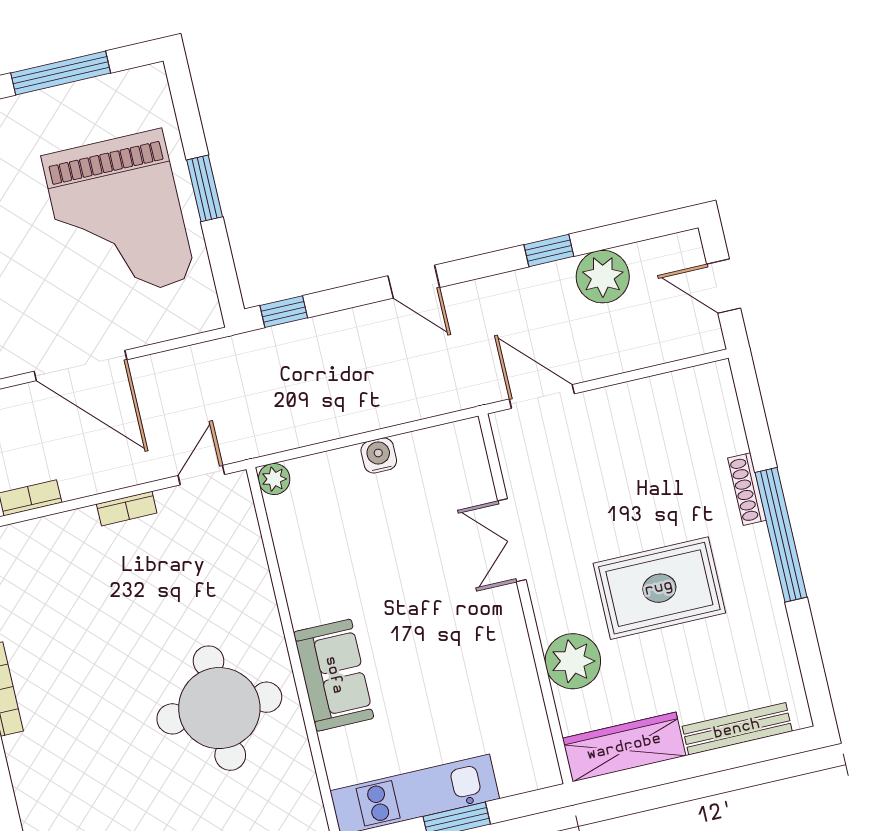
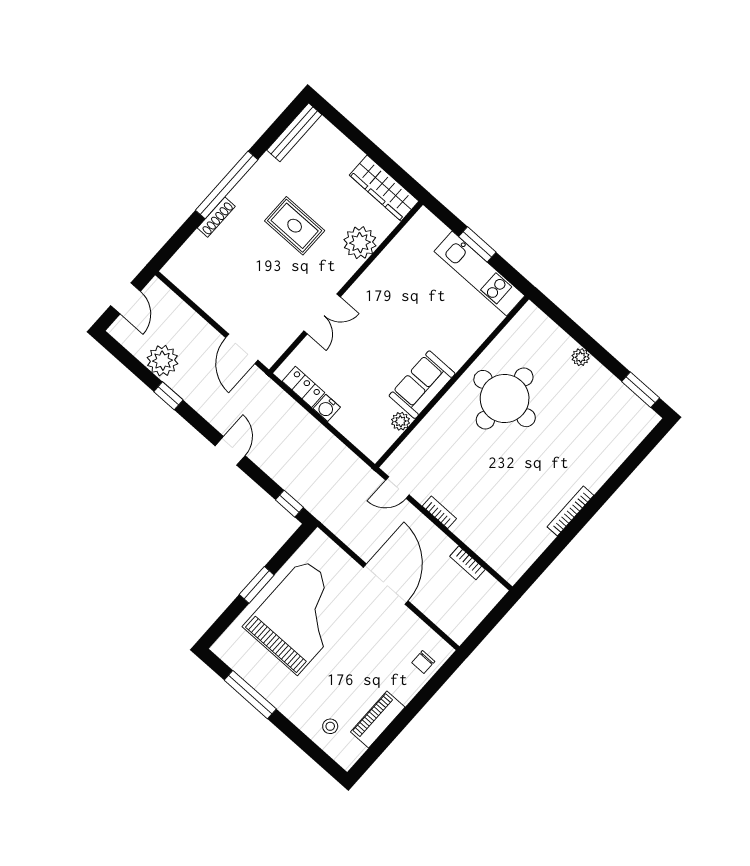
locker: (430, 444) -> (303, 387), added
plant: (274, 479) -> (401, 421), moved
rug: (659, 588) -> (295, 226), width x0.73, depth x0.70
sofa: (334, 675) -> (422, 385), moved
bench: (737, 729) -> (294, 132), moved, turned 90

